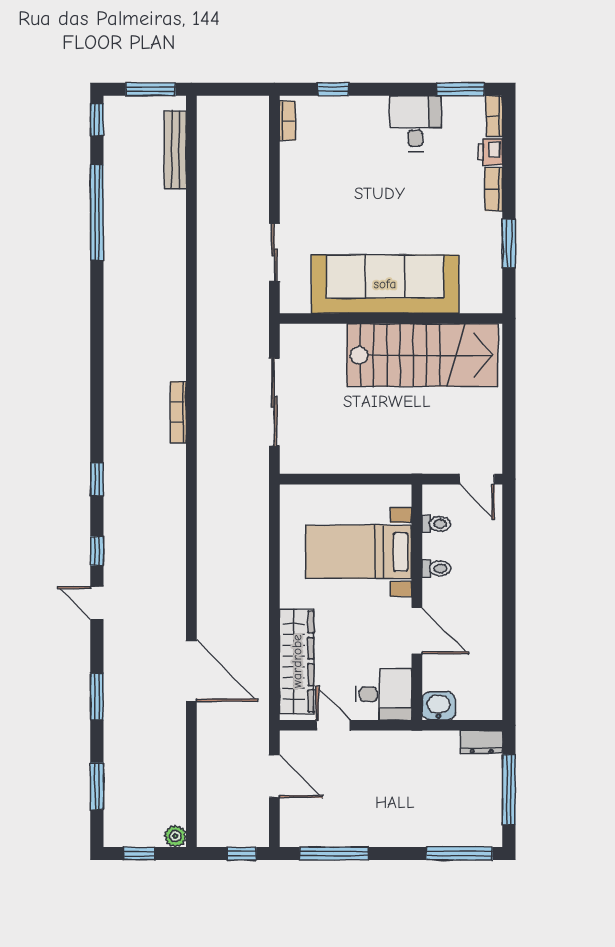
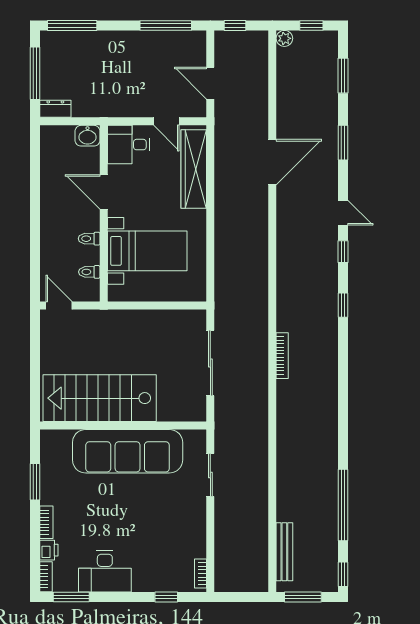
desk: (415, 123) -> (105, 571), width x1.37
door: (191, 671) -> (272, 162), swing flipped

